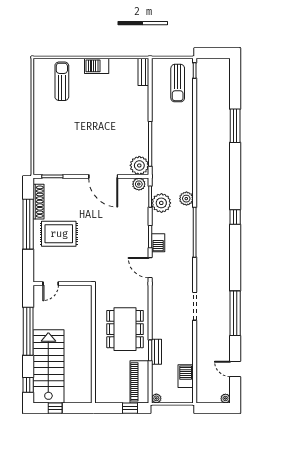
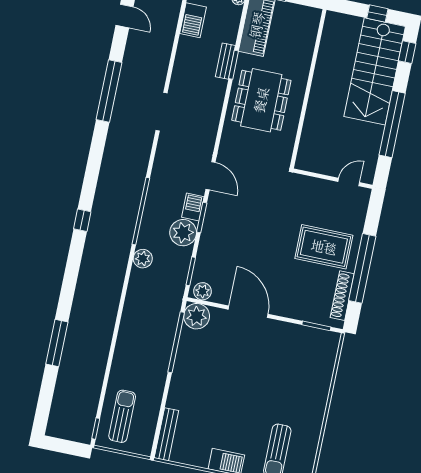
bench: (143, 72) -> (166, 434), width x1.36
plant: (161, 203) -> (183, 233), moved

